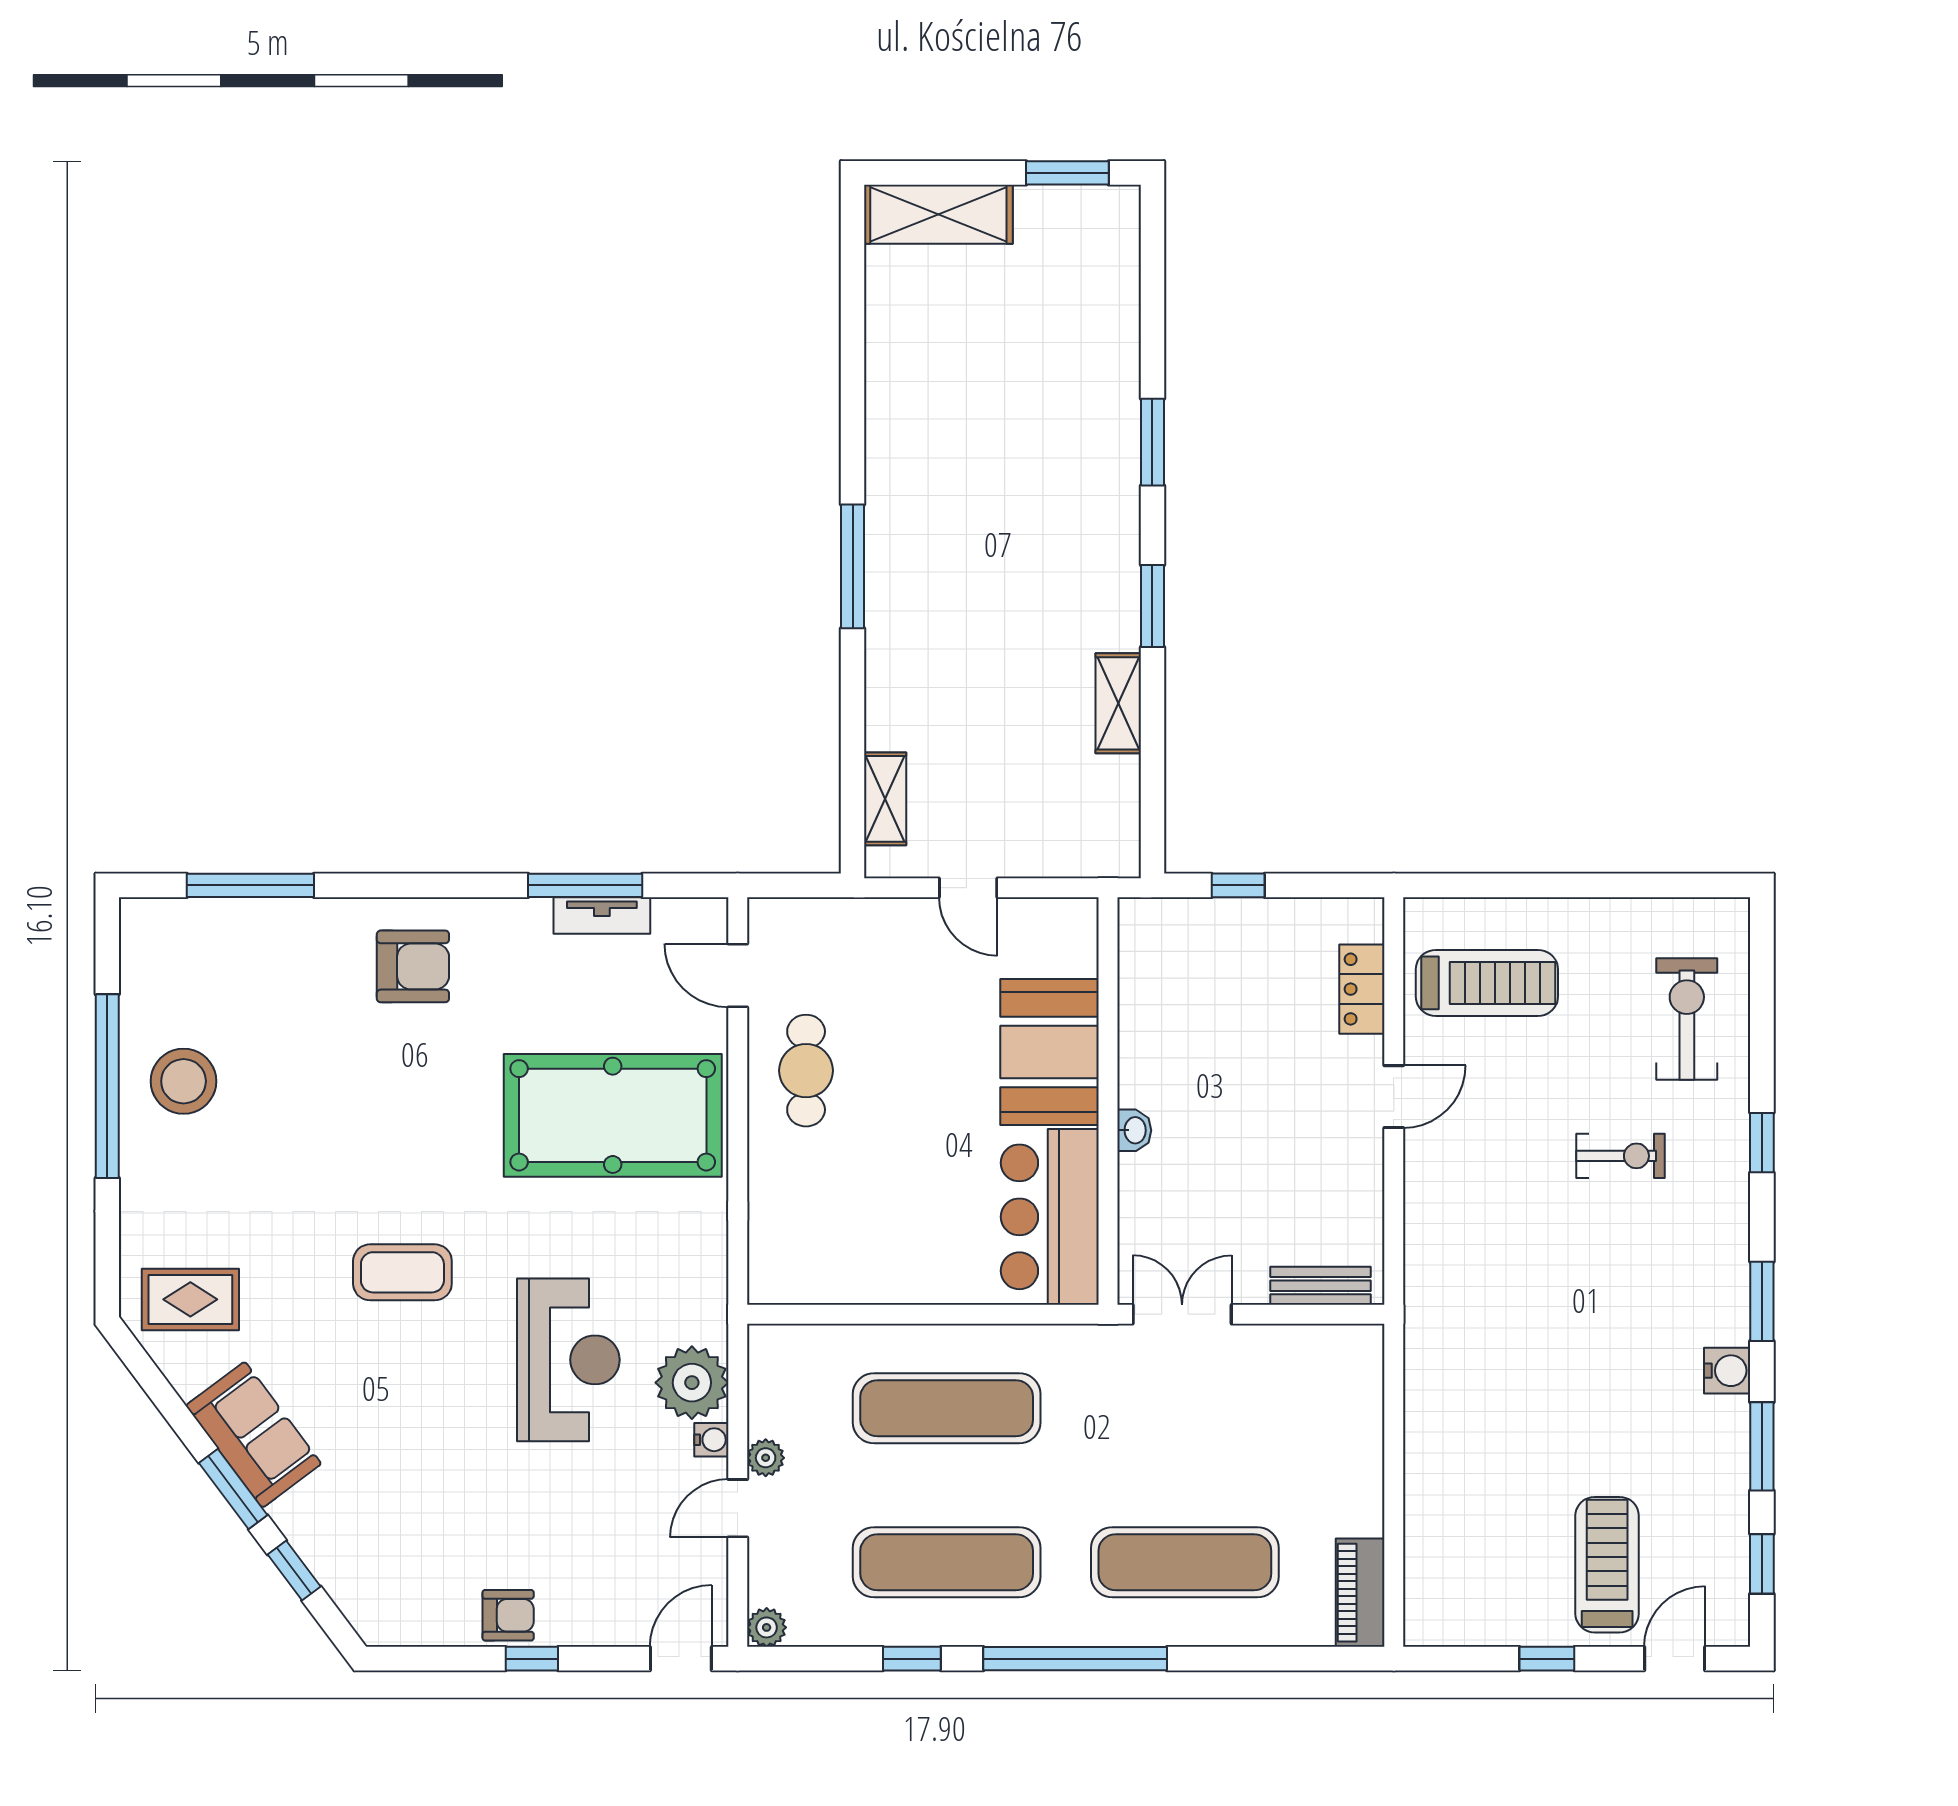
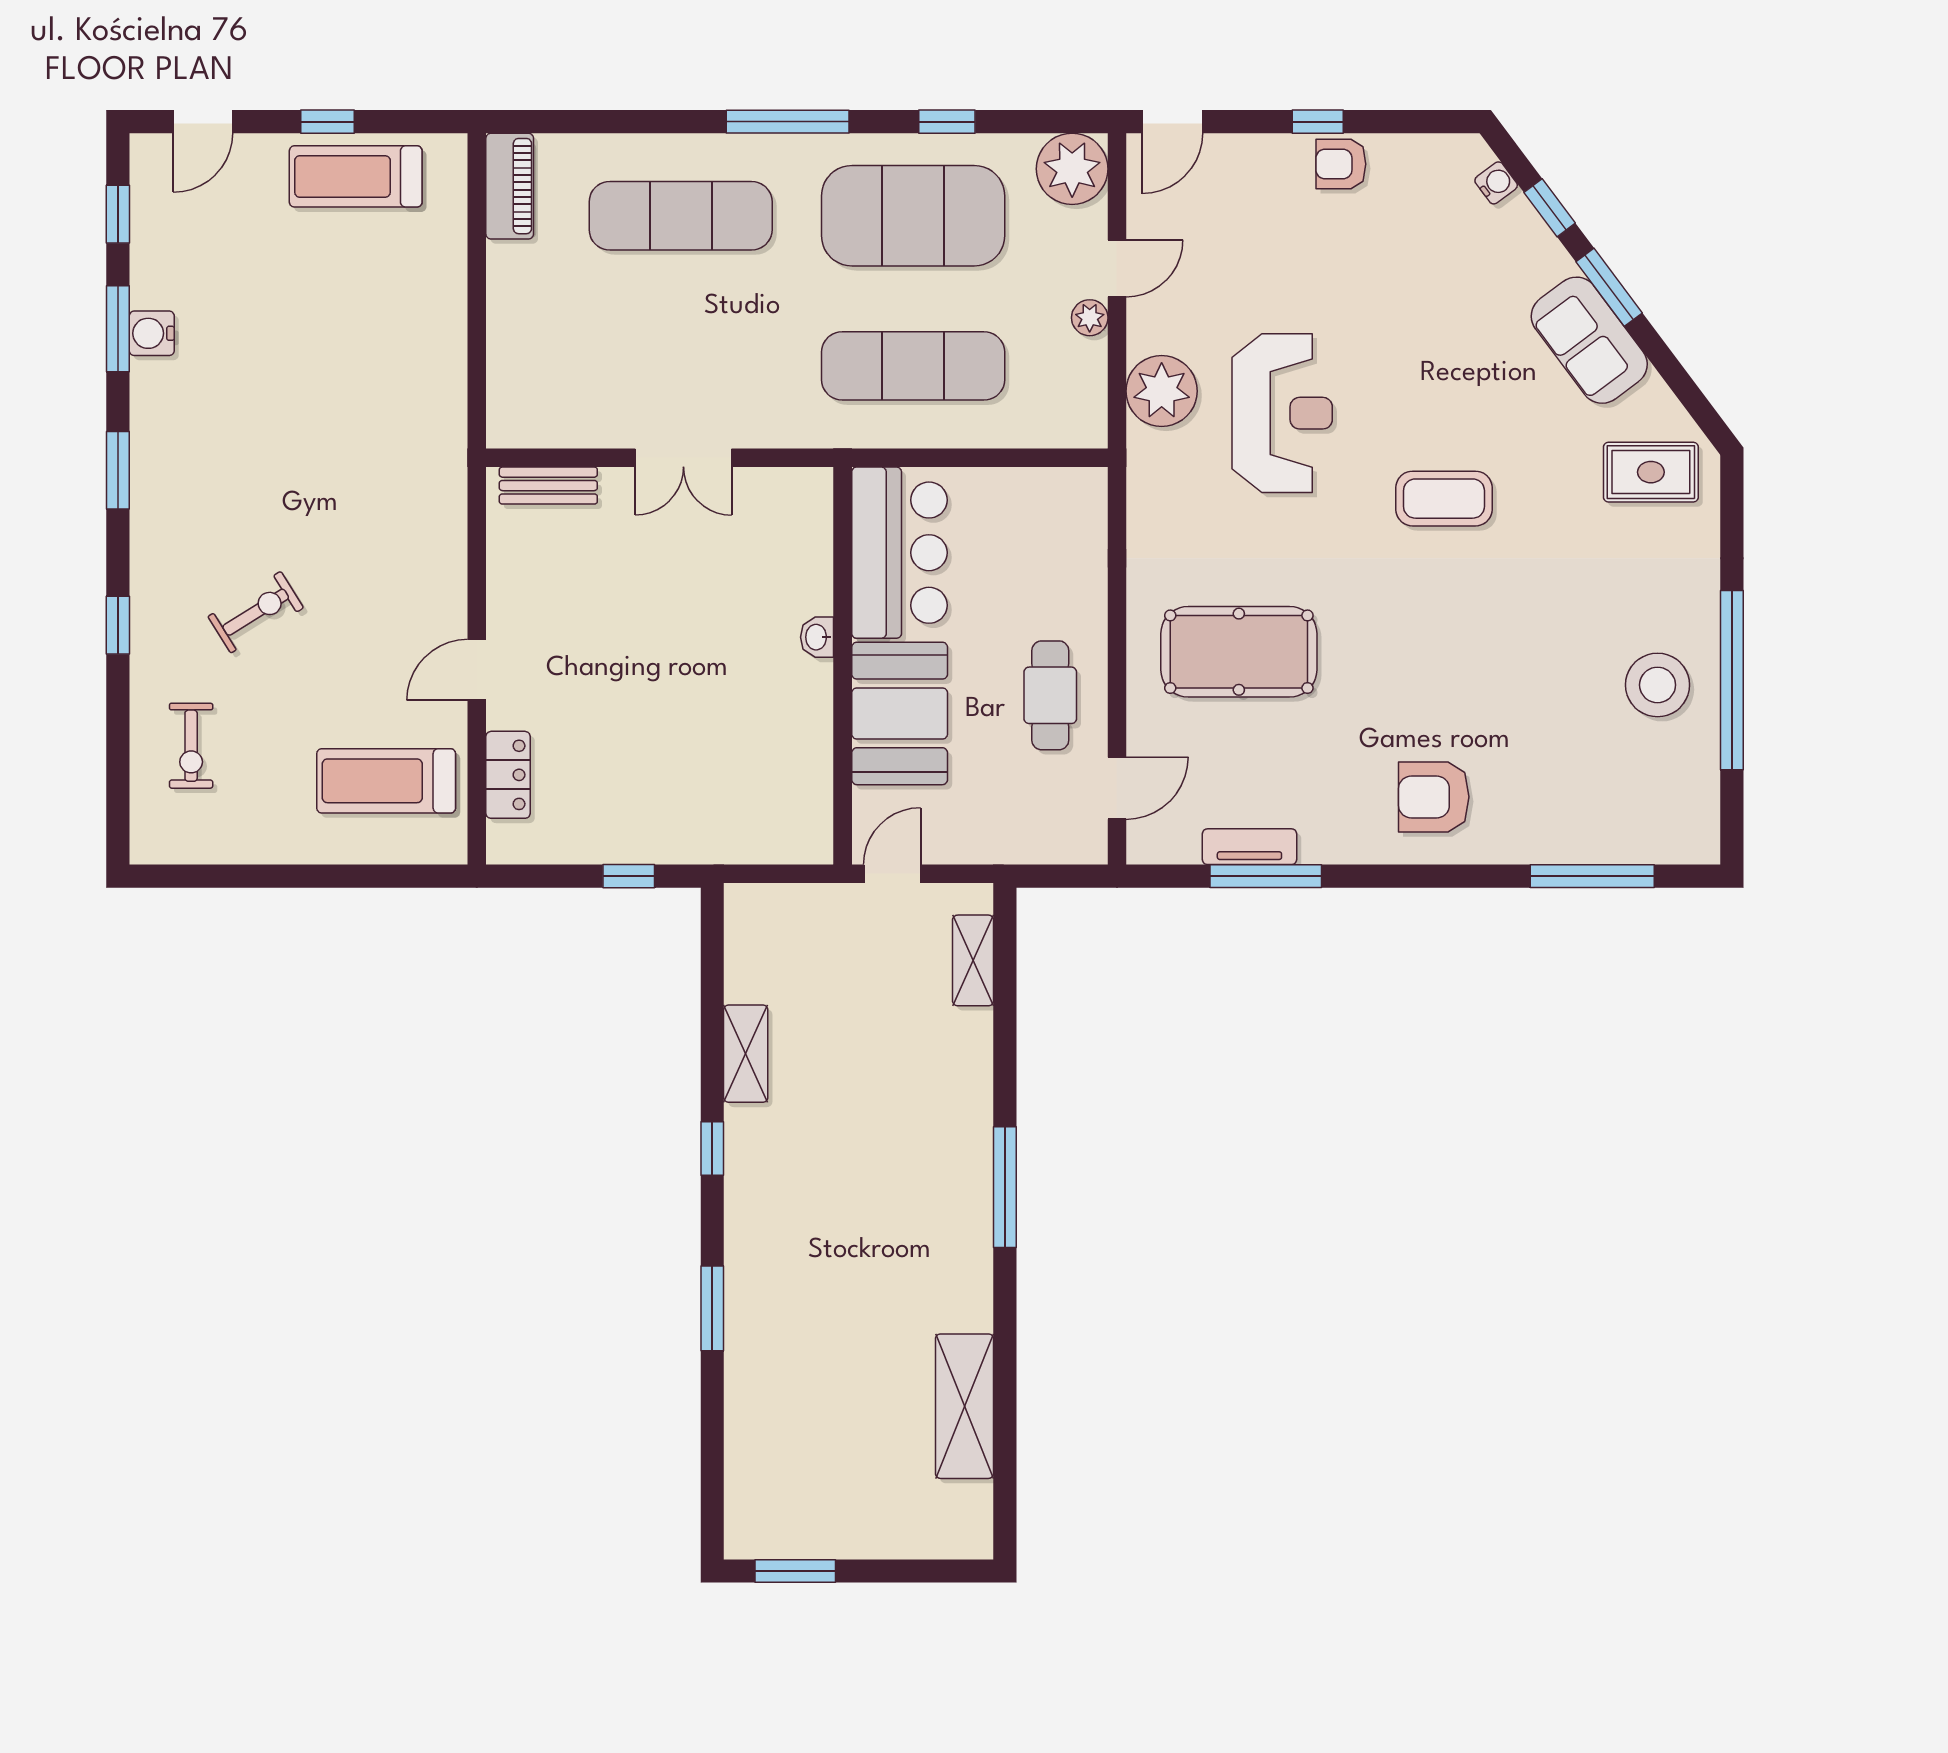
shelving: (938, 214) -> (965, 1406), moved, turned 90
window: (1152, 606) -> (712, 1149), width x0.67
door: (968, 888) -> (892, 874), hinge flipped
door: (738, 975) -> (1117, 788), hinge flipped
exercise bike: (1687, 1019) -> (191, 746), width x0.73, depth x0.72
booth: (1050, 1052) -> (900, 713), moved
wall: (1108, 1101) -> (843, 666), moved
pool table: (613, 1115) -> (1239, 652), width x0.73, depth x0.76
washbasin: (1134, 1130) -> (817, 637), moved
exercise bike: (1621, 1156) -> (256, 612), turned 148
bar counter: (1050, 1217) -> (899, 553), moved
reception desk: (568, 1360) -> (1282, 413), turned 180
water cooler: (1727, 1371) -> (152, 333), moved
water cooler: (711, 1440) -> (1496, 183), moved, turned 143
exercise mat: (947, 1562) -> (913, 216), width x1.47
treadmill: (1607, 1565) -> (356, 176), moved, turned 90
plant: (767, 1627) -> (1072, 169), width x1.88, depth x1.88
window: (1075, 1659) -> (788, 122), width x0.68

